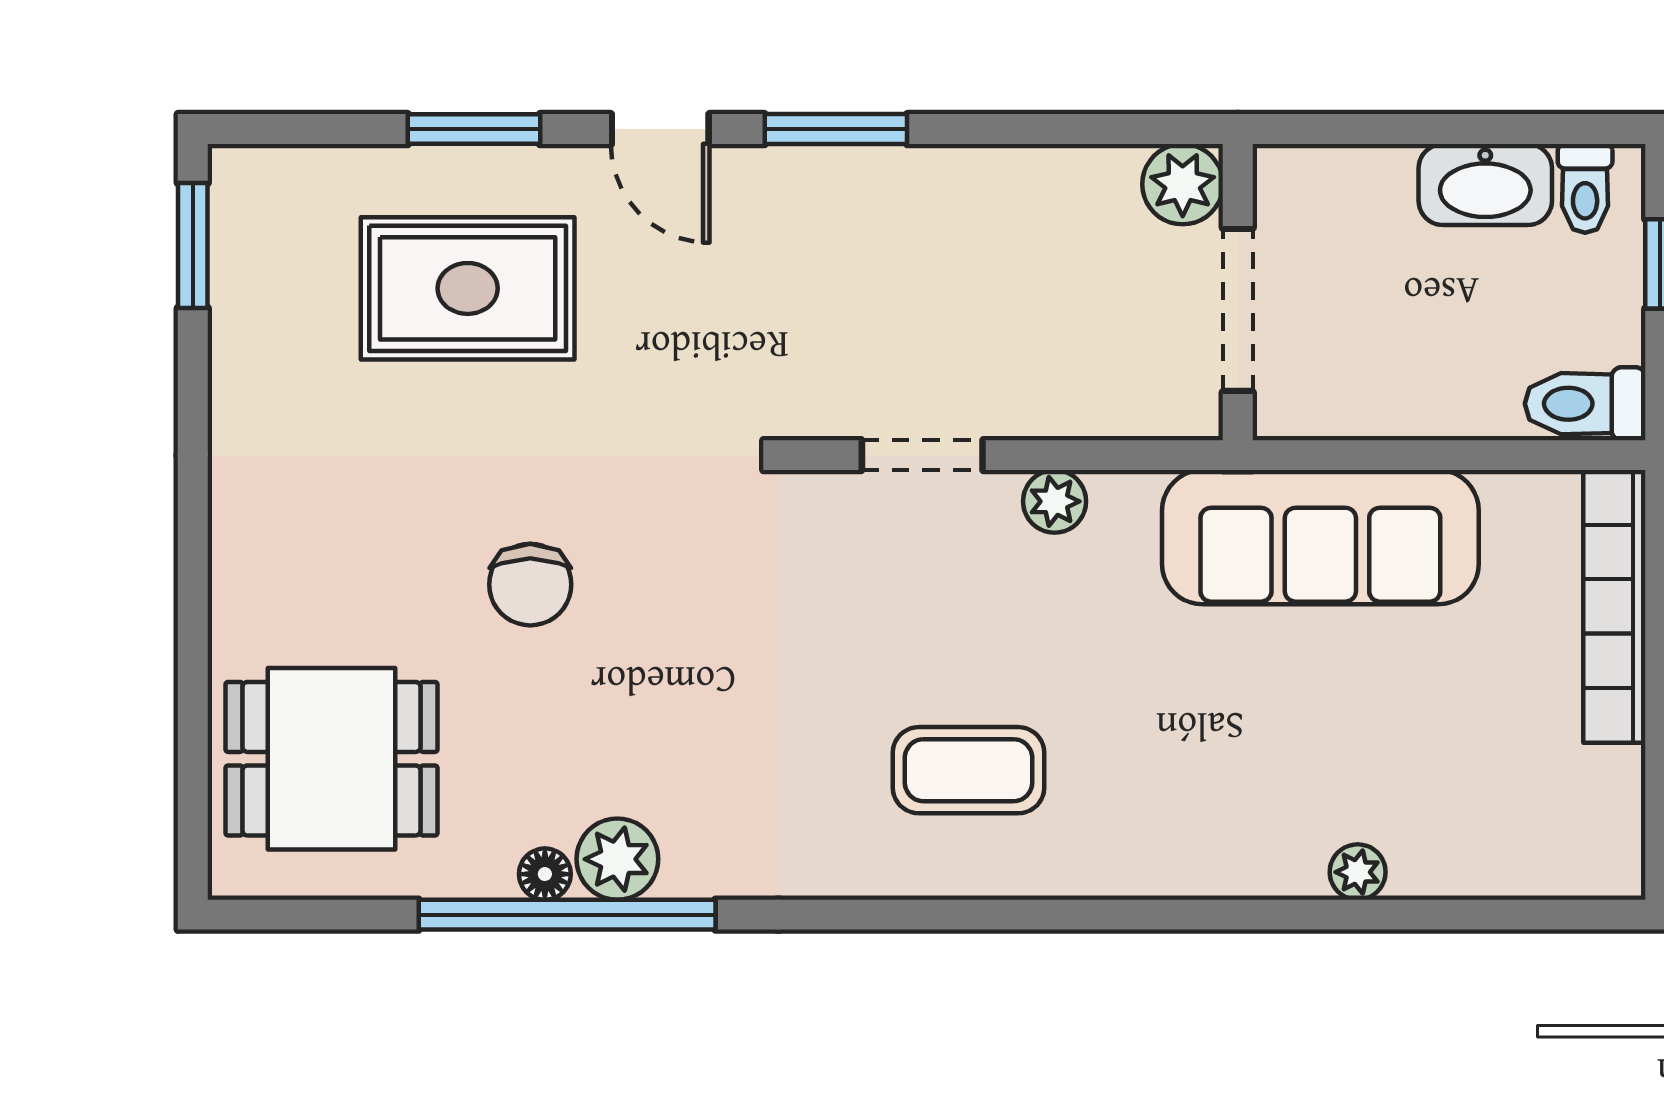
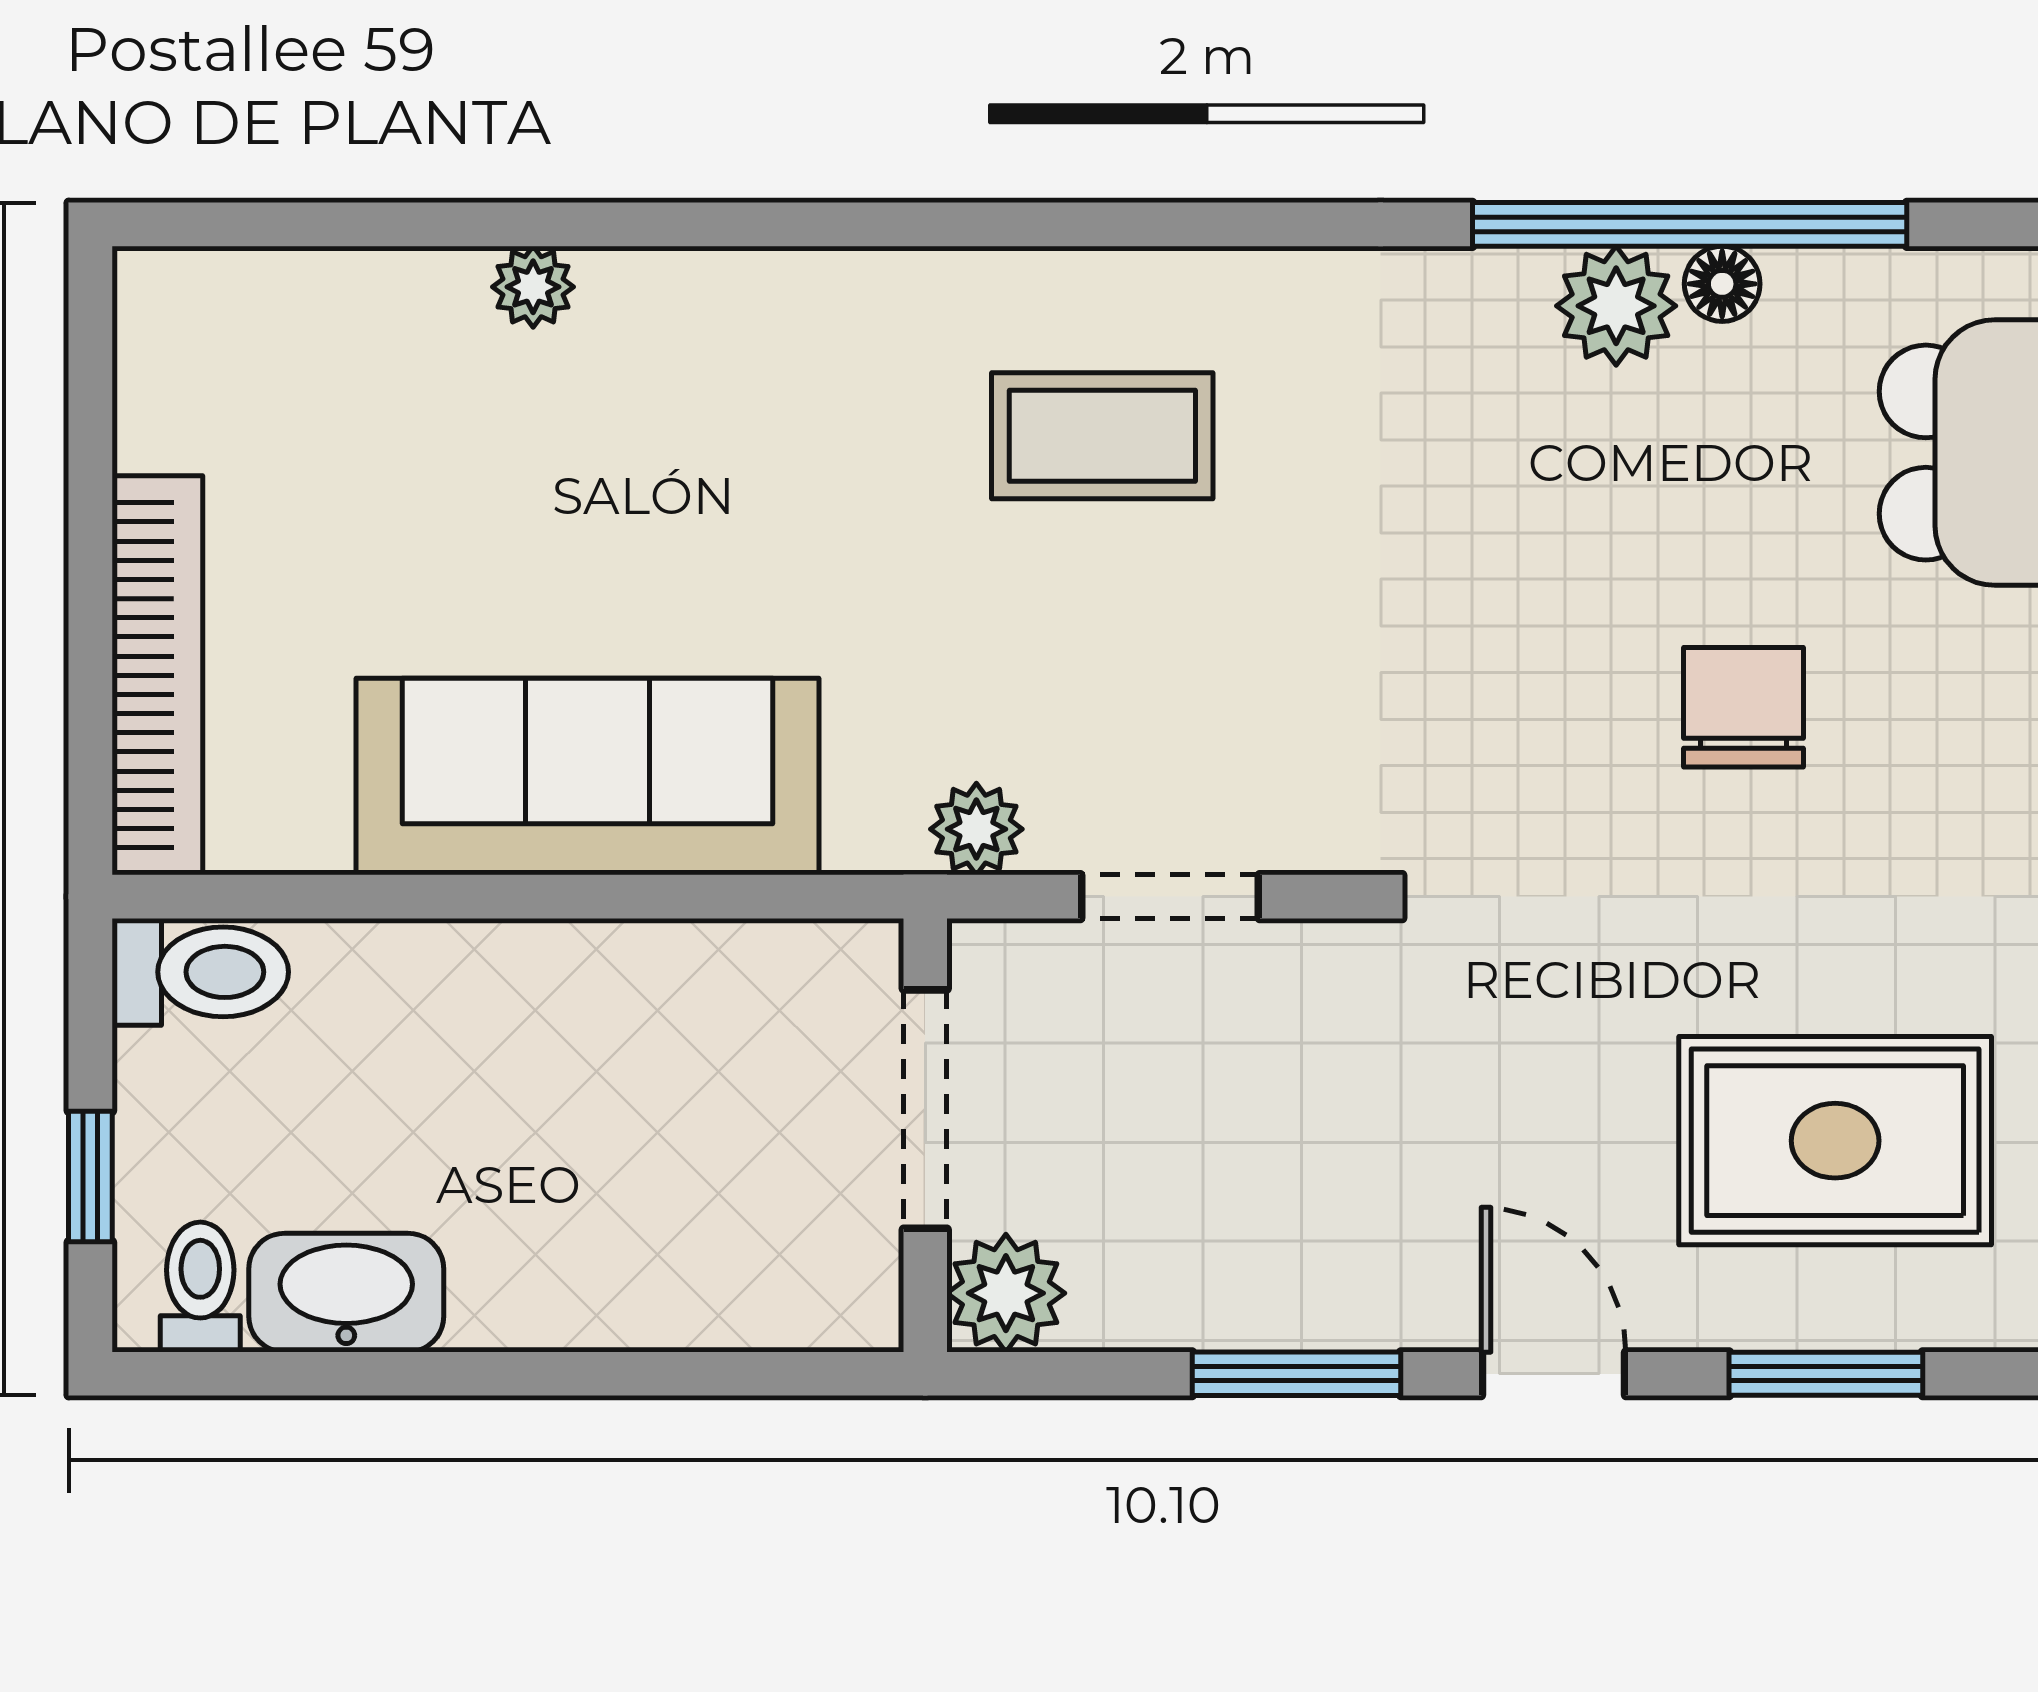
plant: (1183, 184) -> (1006, 1293), moved
wall: (1238, 292) -> (925, 1135), moved
doorway: (1238, 310) -> (925, 1109), moved

